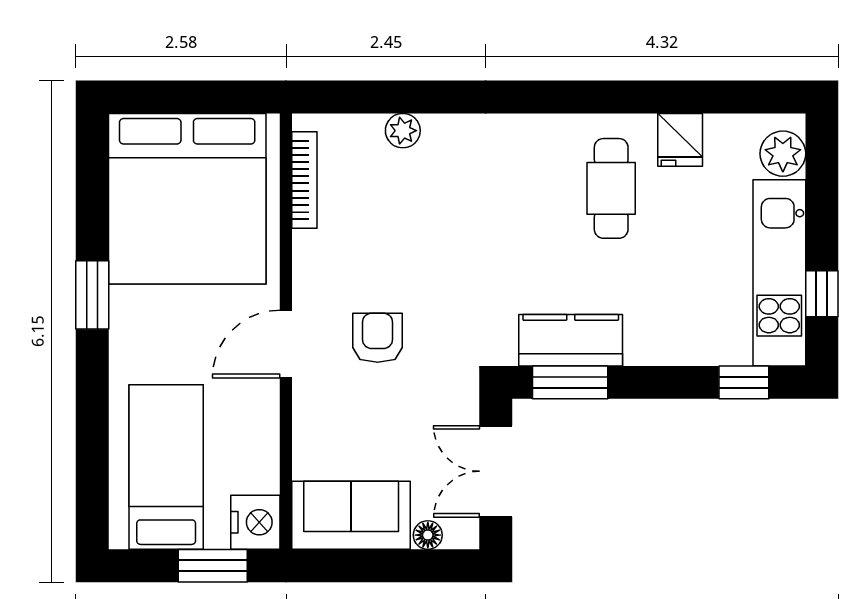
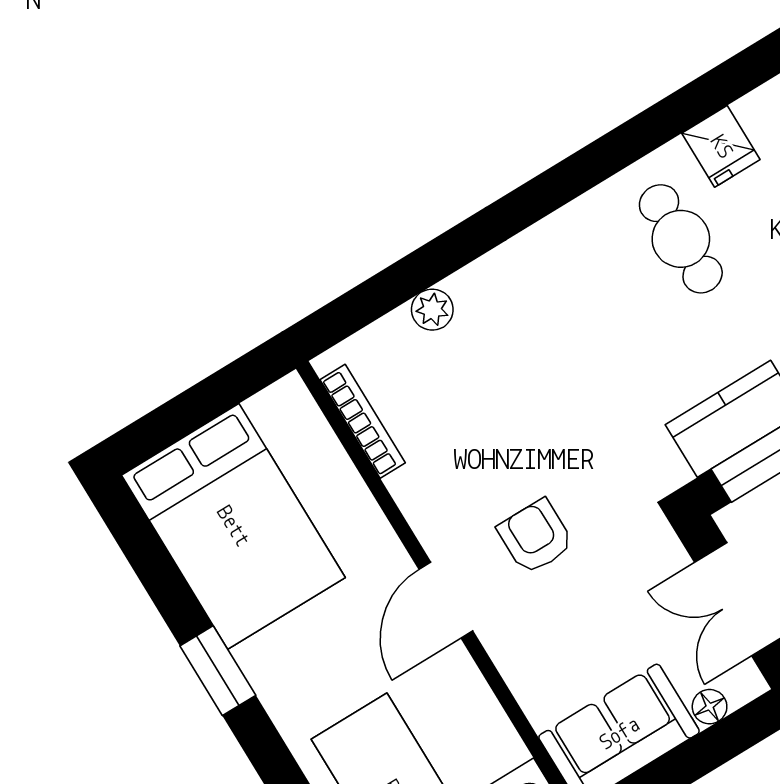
bed: (187, 199) -> (233, 526), width x0.73

